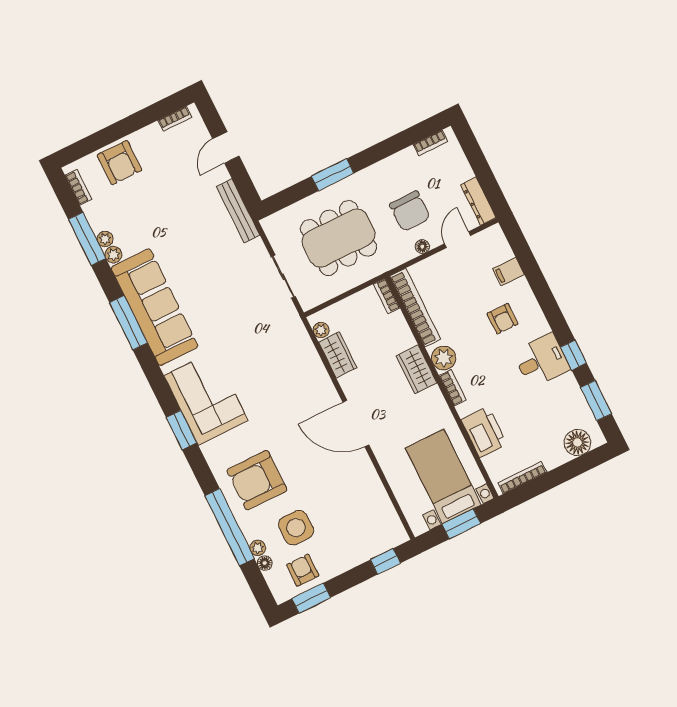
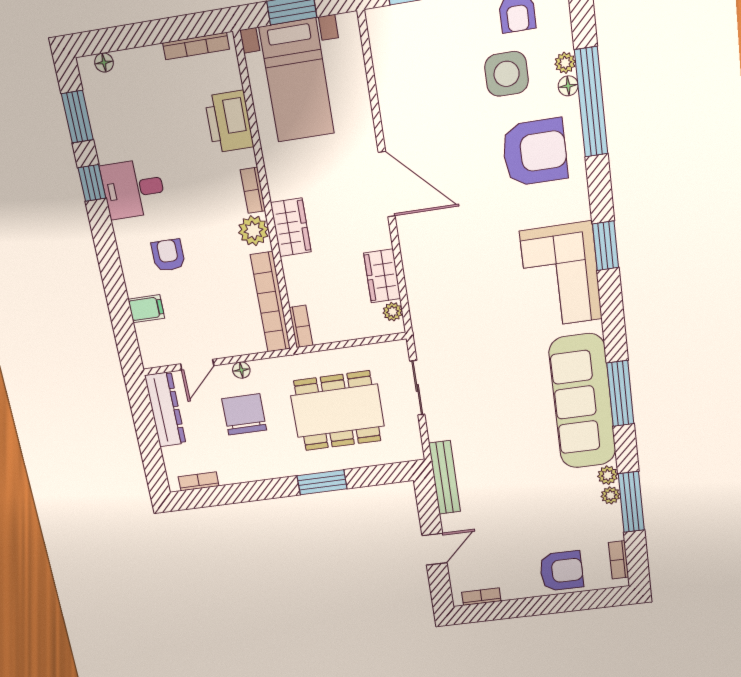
armchair: (119, 163) -> (561, 571), turned 90
dresser: (478, 201) -> (165, 409), width x1.37, depth x1.24
floor lamp: (577, 443) -> (104, 63), width x0.53, depth x0.53
floor lamp: (265, 563) -> (568, 86), moved

